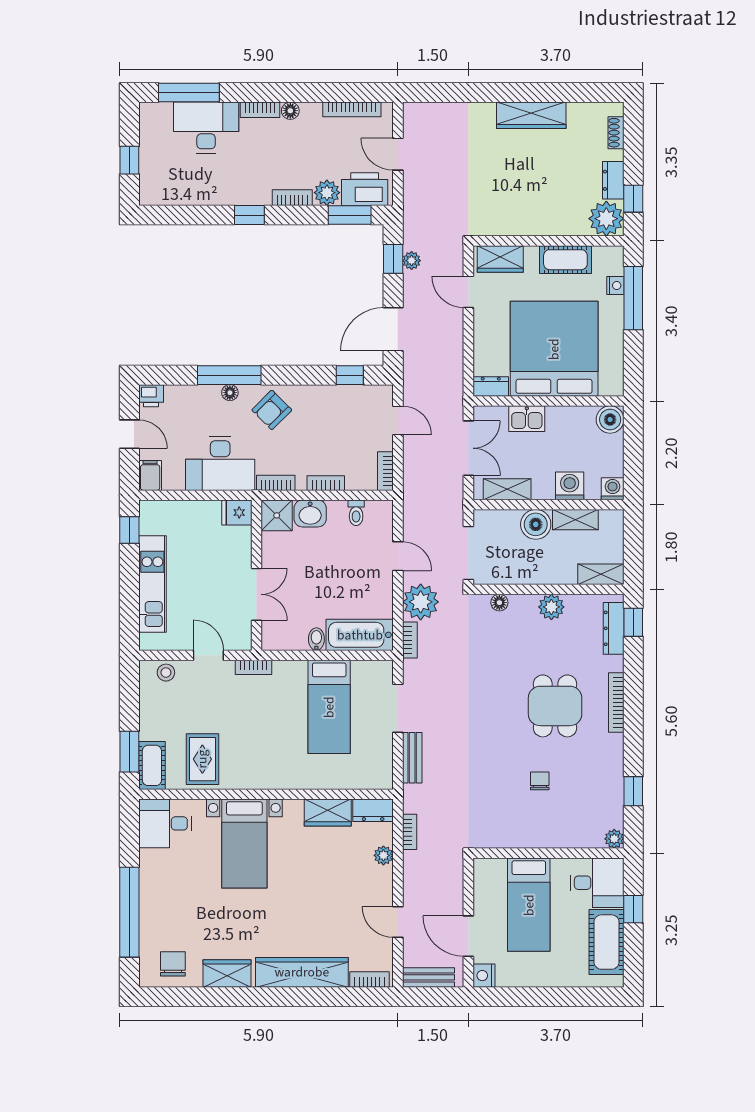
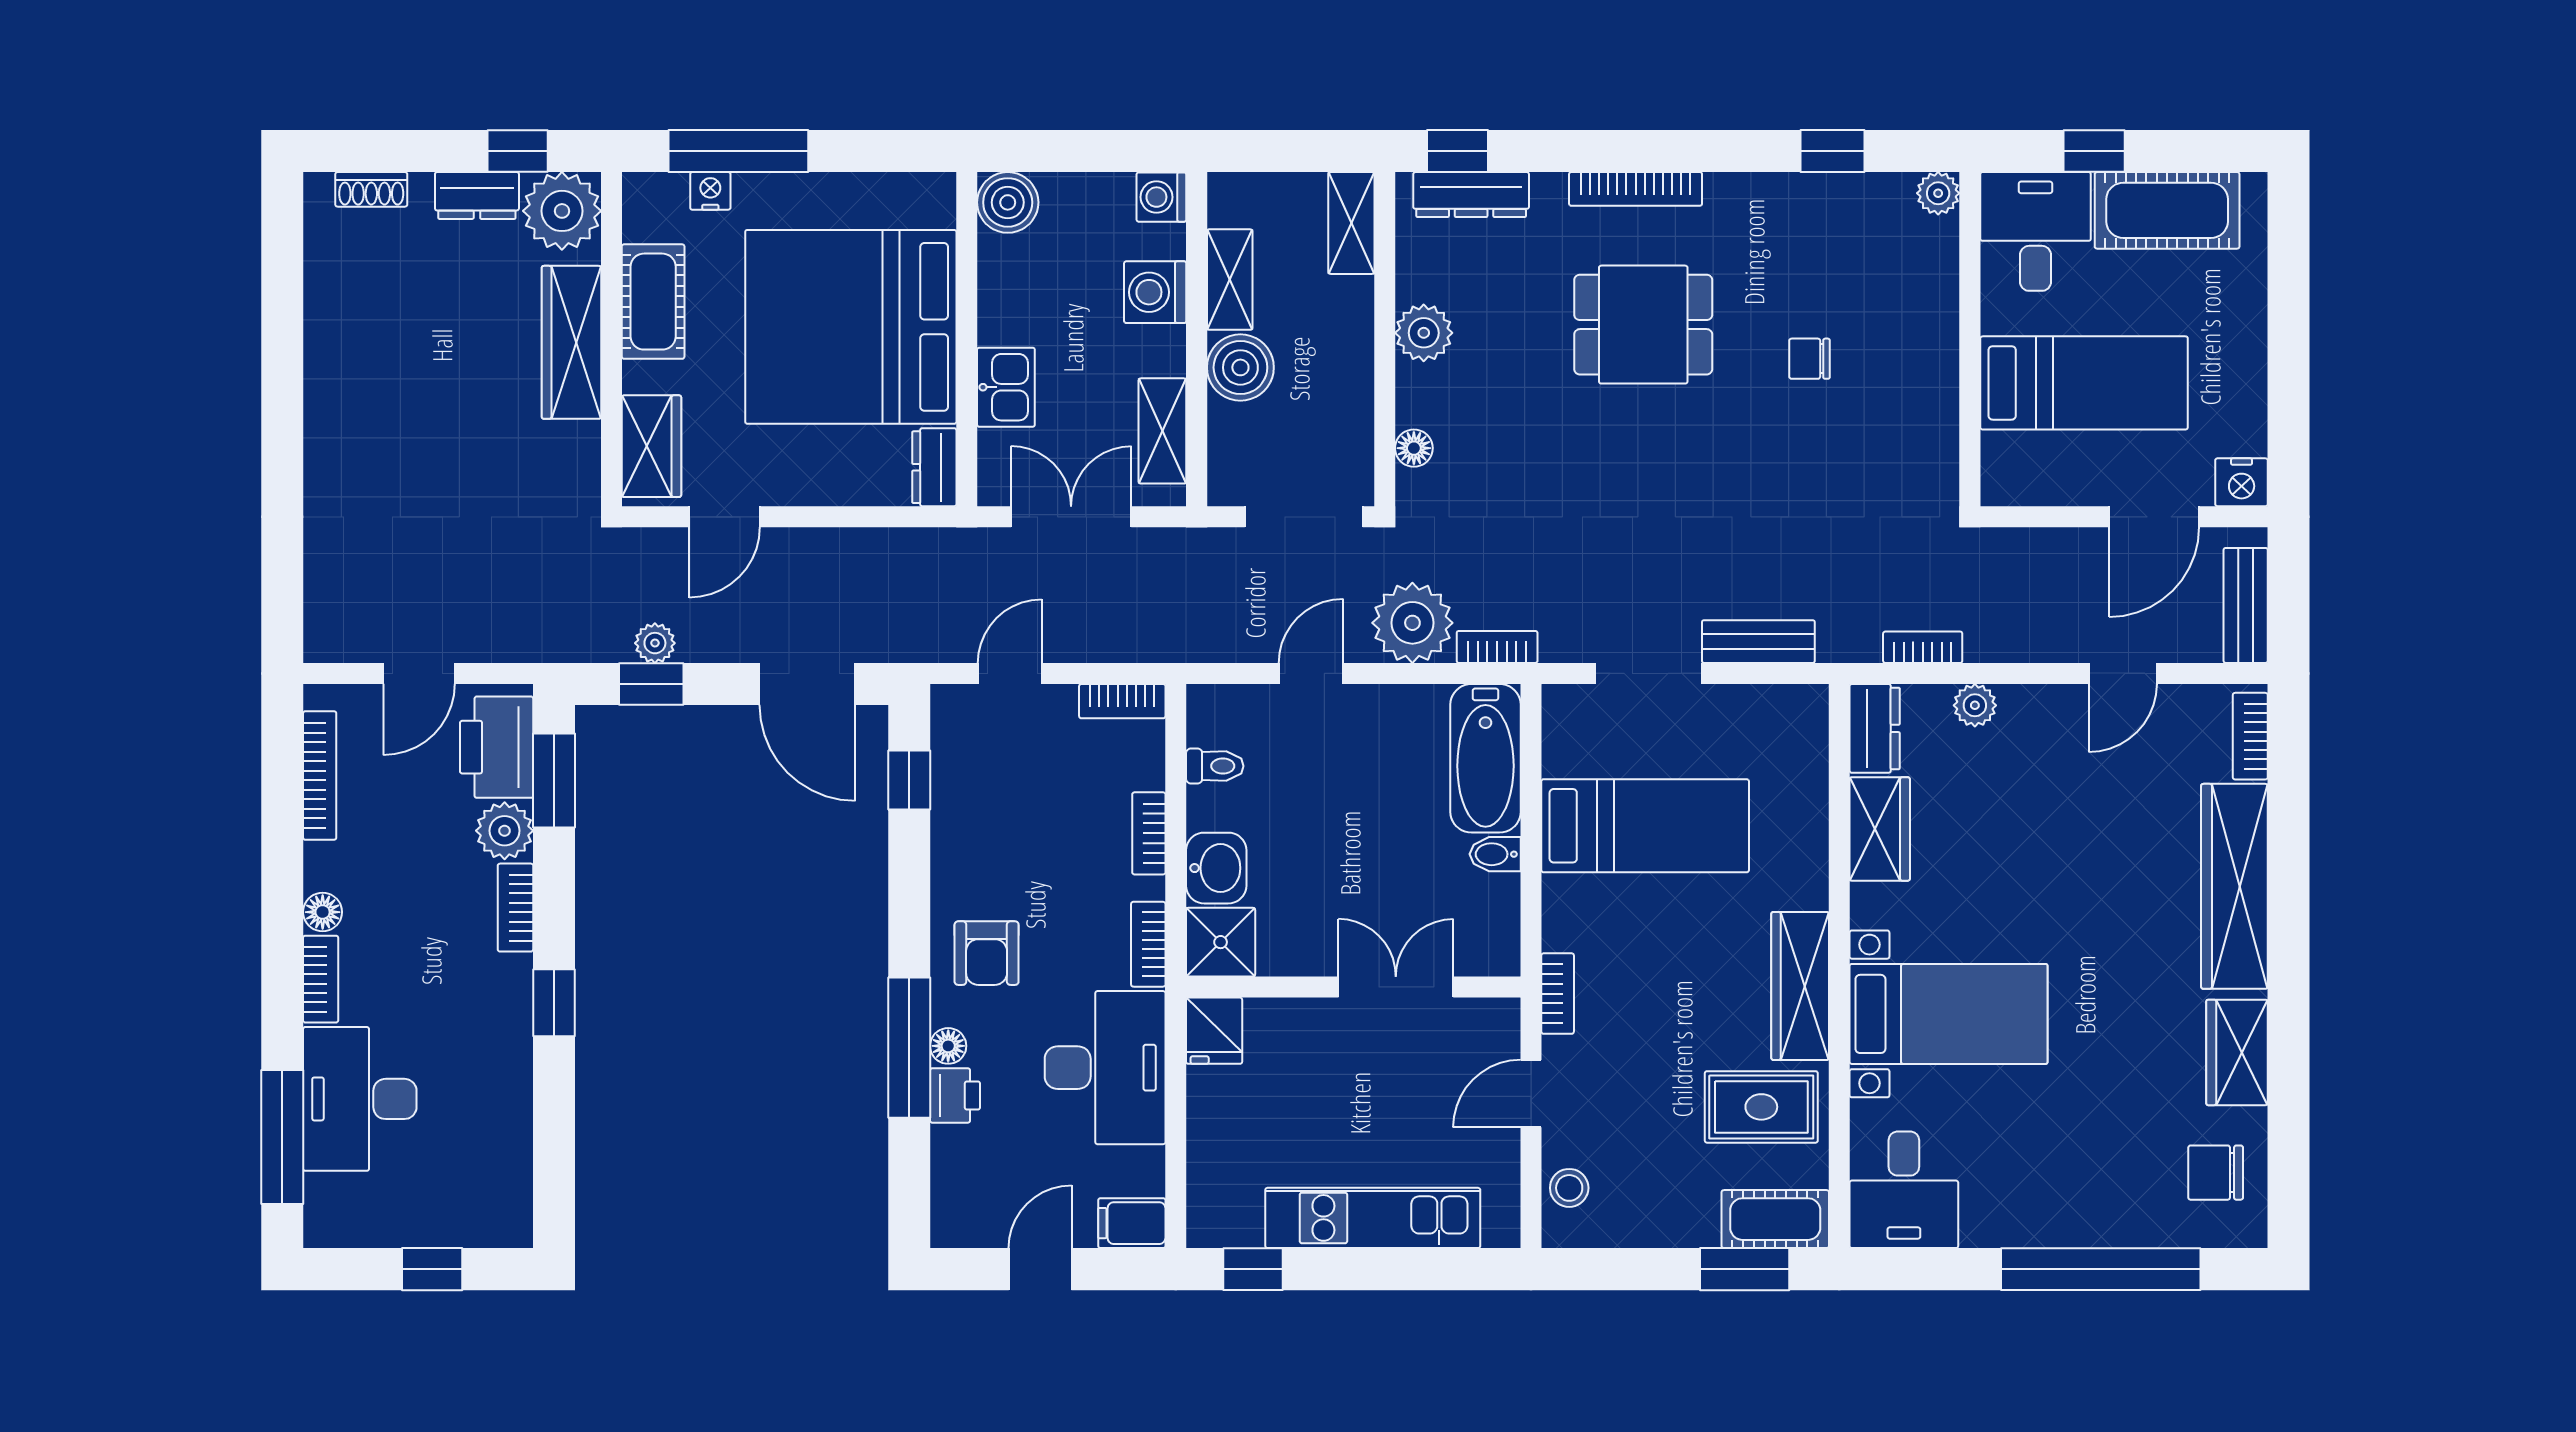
wardrobe: (531, 115) -> (571, 342), moved, turned 180
printer: (151, 396) -> (955, 1095), moved
armchair: (272, 410) -> (987, 953), turned 45
wardrobe: (257, 777) -> (1800, 986), added

